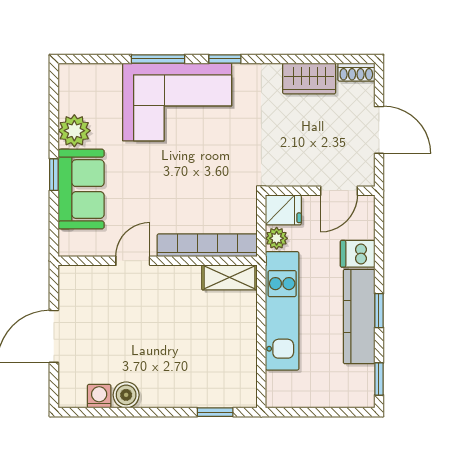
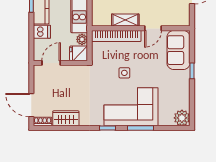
door: (379, 130) -> (31, 105), moved
plant: (74, 131) -> (182, 118), moved
side table: (191, 171) -> (124, 73), added
sofa: (81, 189) -> (179, 50), moved
shelving: (229, 277) -> (125, 20), moved

